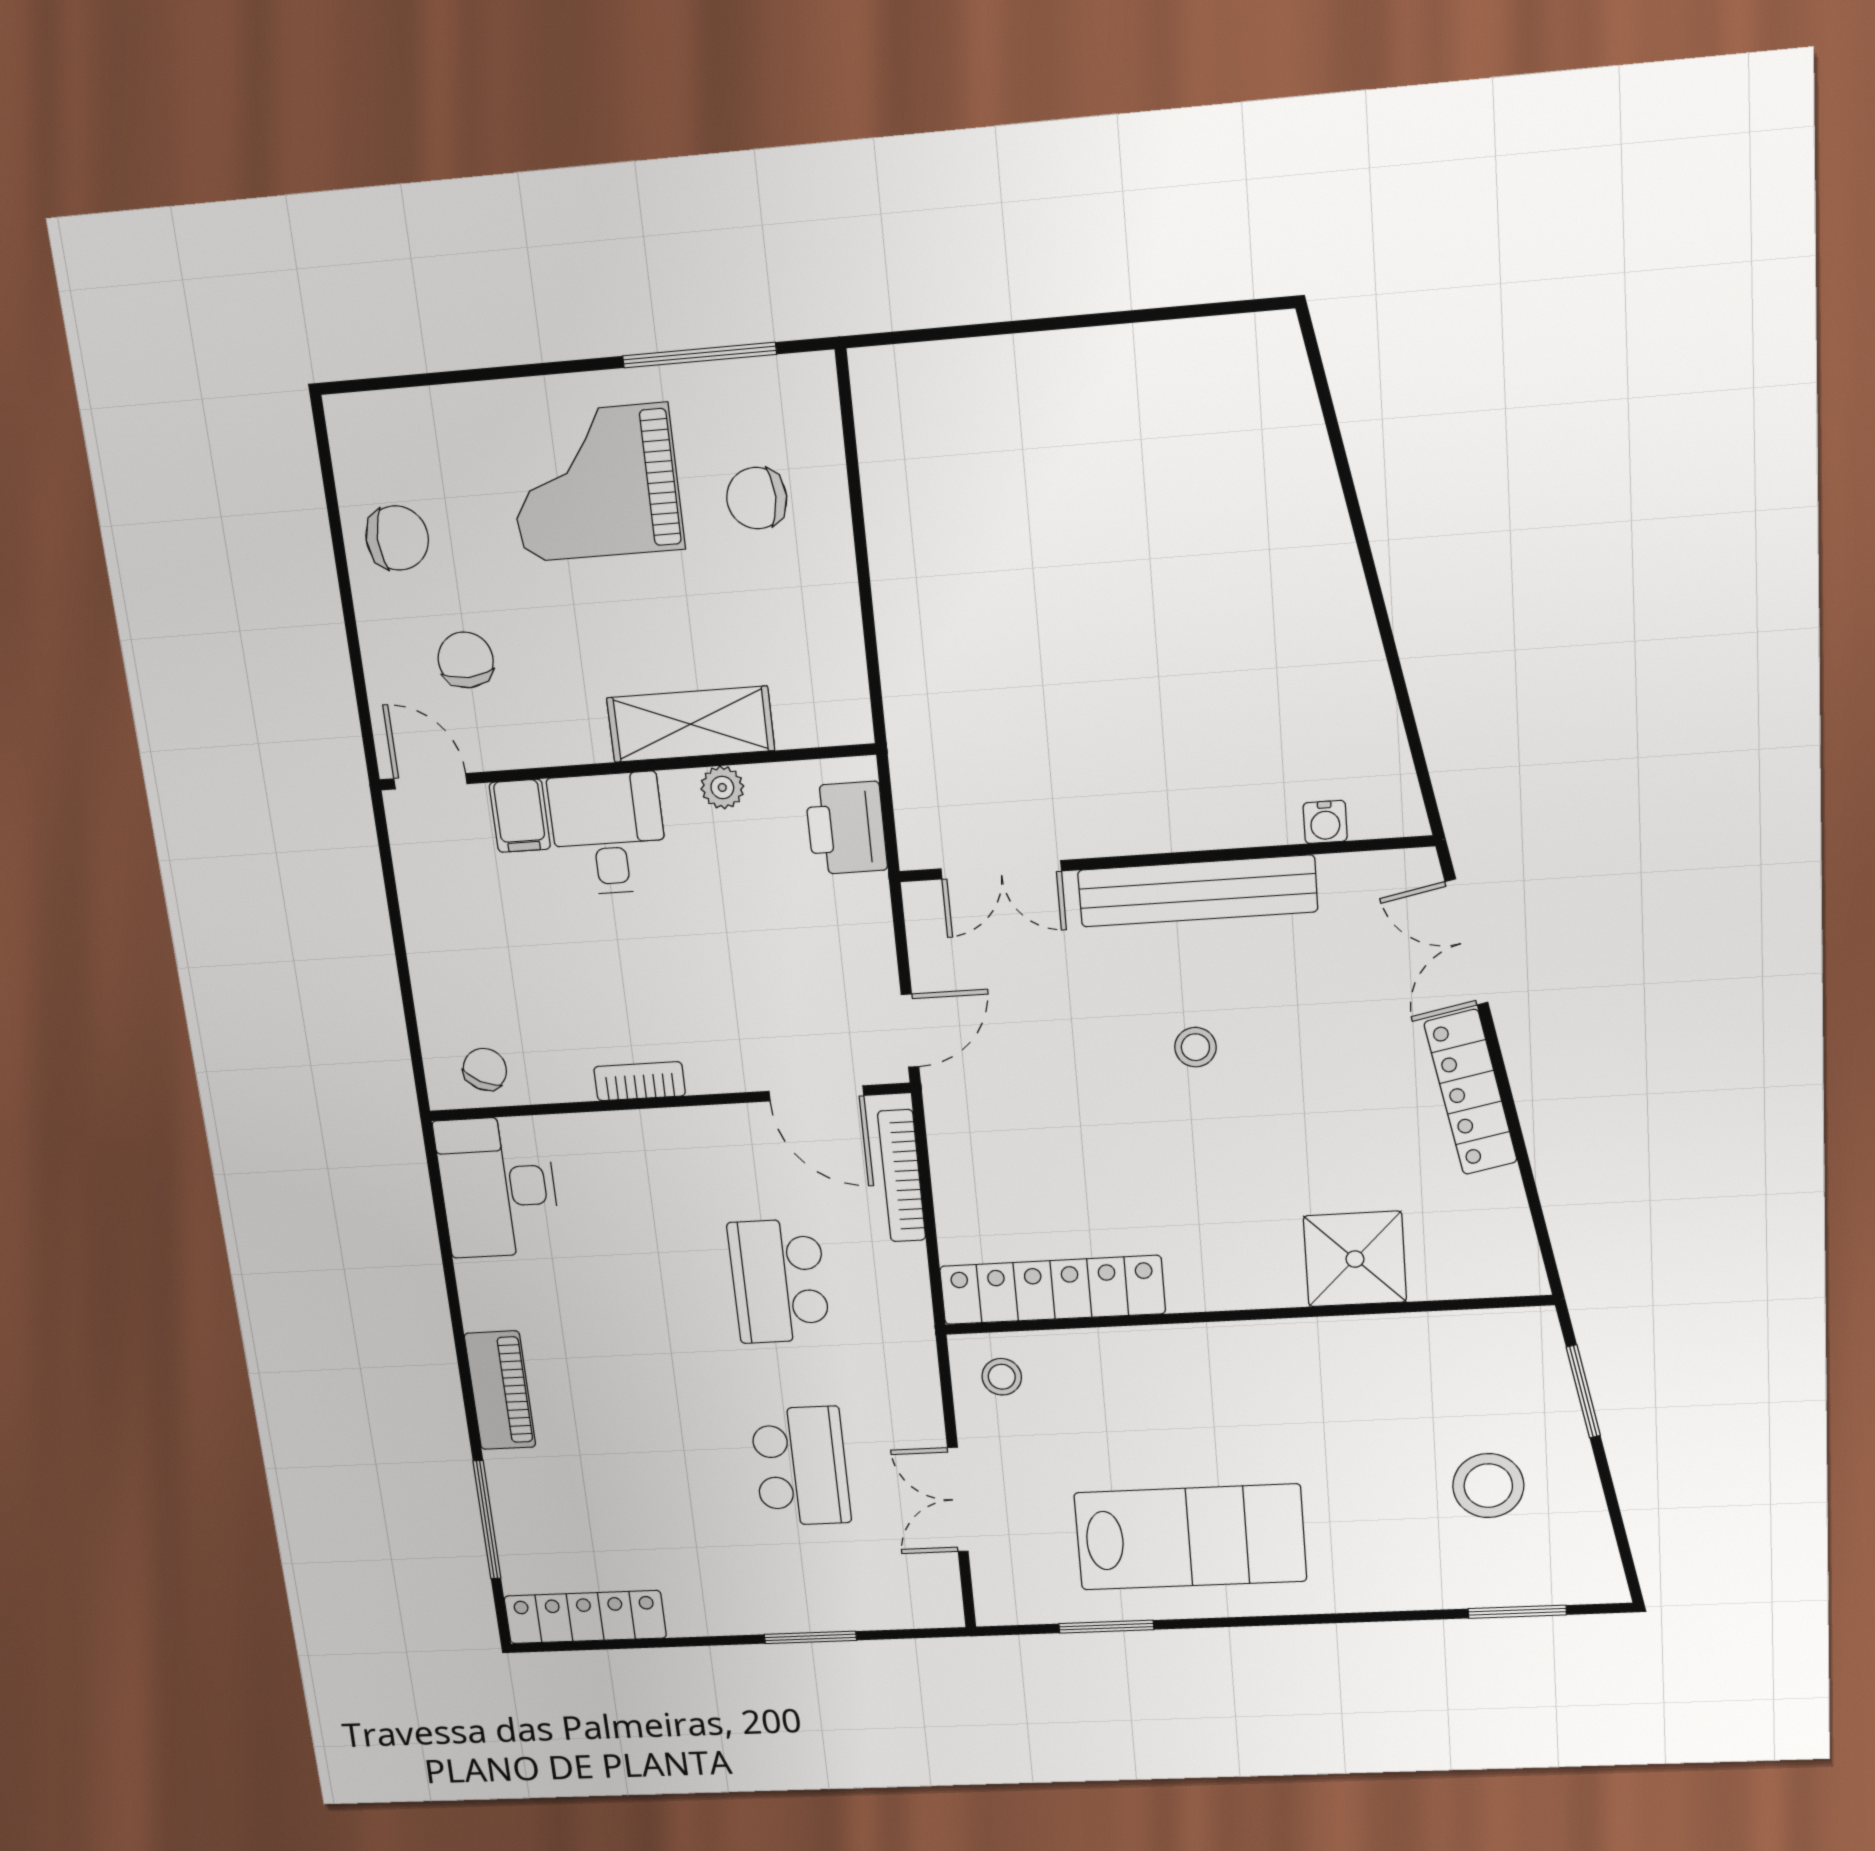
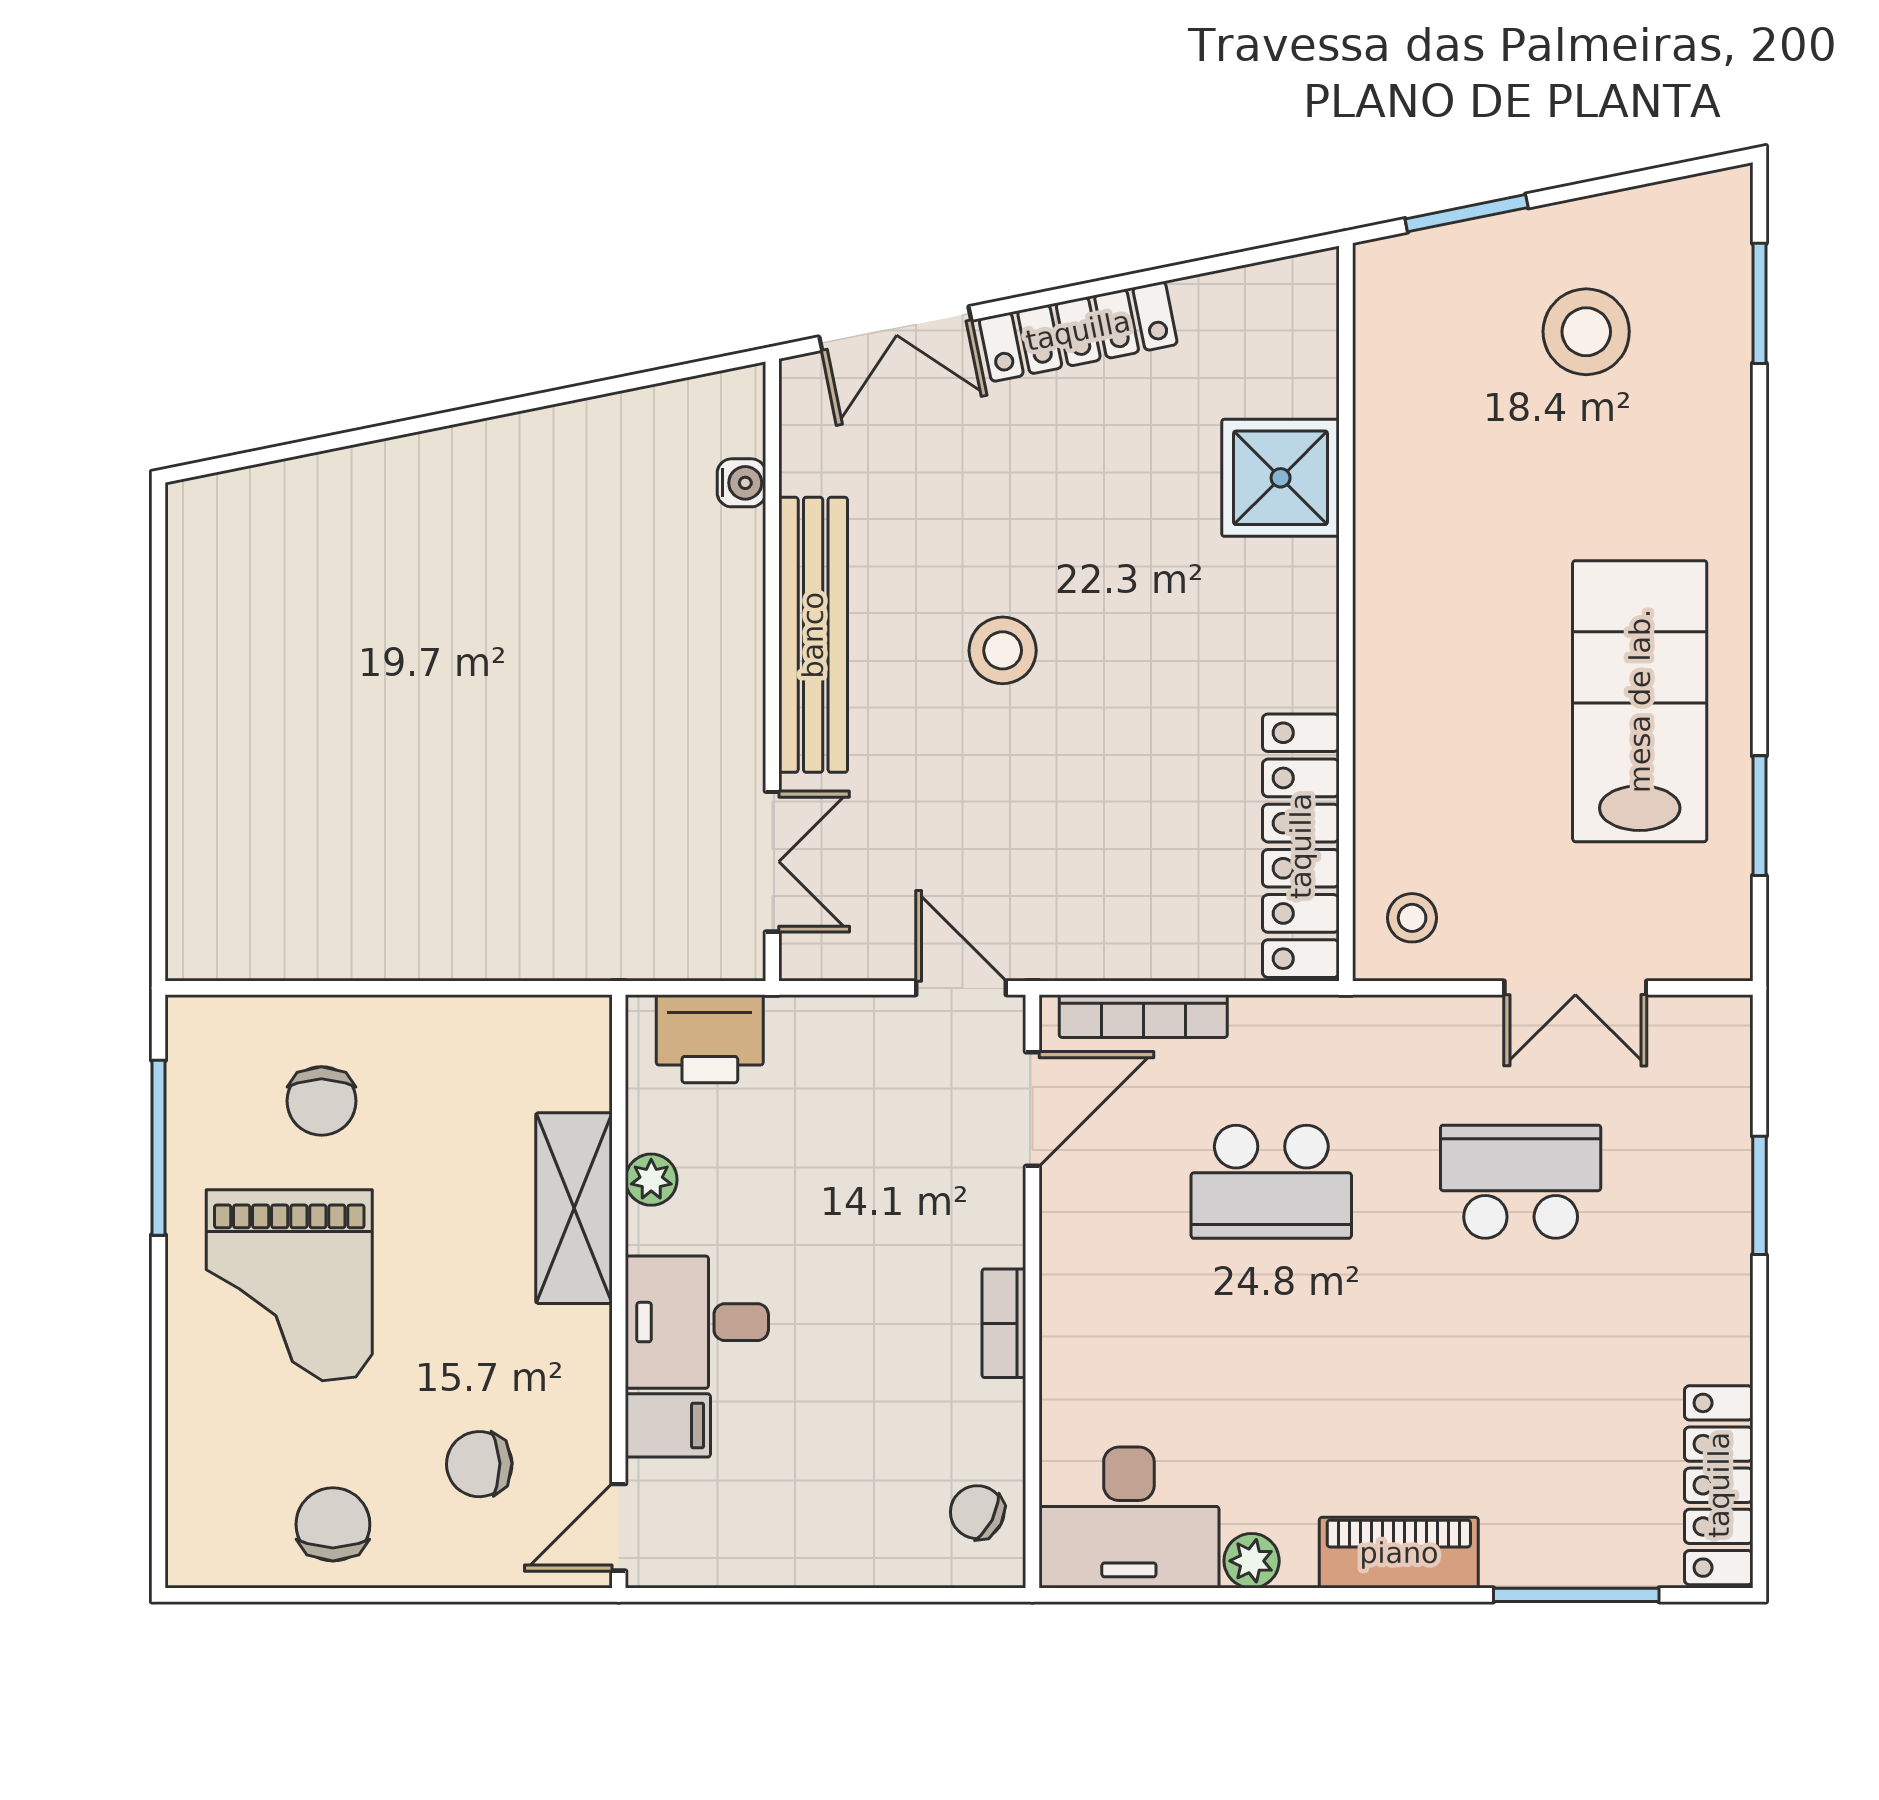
stool: (1195, 1047) -> (1003, 650), width x1.37, depth x1.37
plant: (478, 1282) -> (1252, 1561), added

